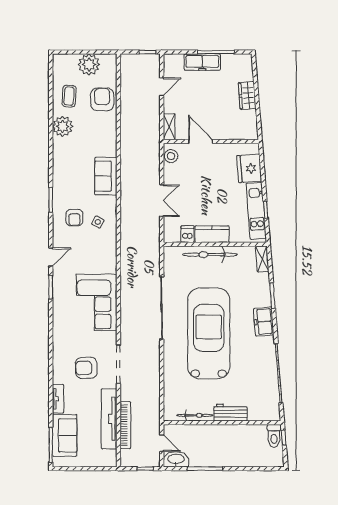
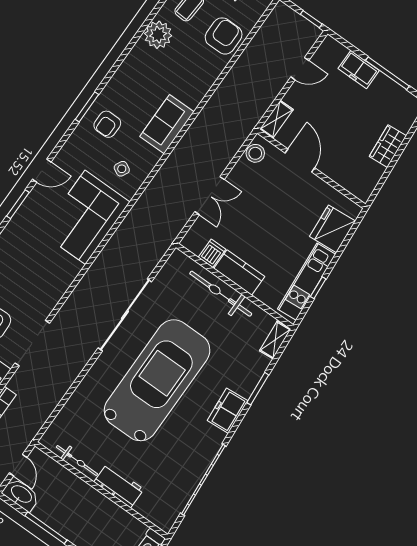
freezer: (202, 62) -> (359, 69), width x0.71
armchair: (74, 217) -> (107, 124), moved
corner sofa: (97, 302) -> (85, 217), moved

